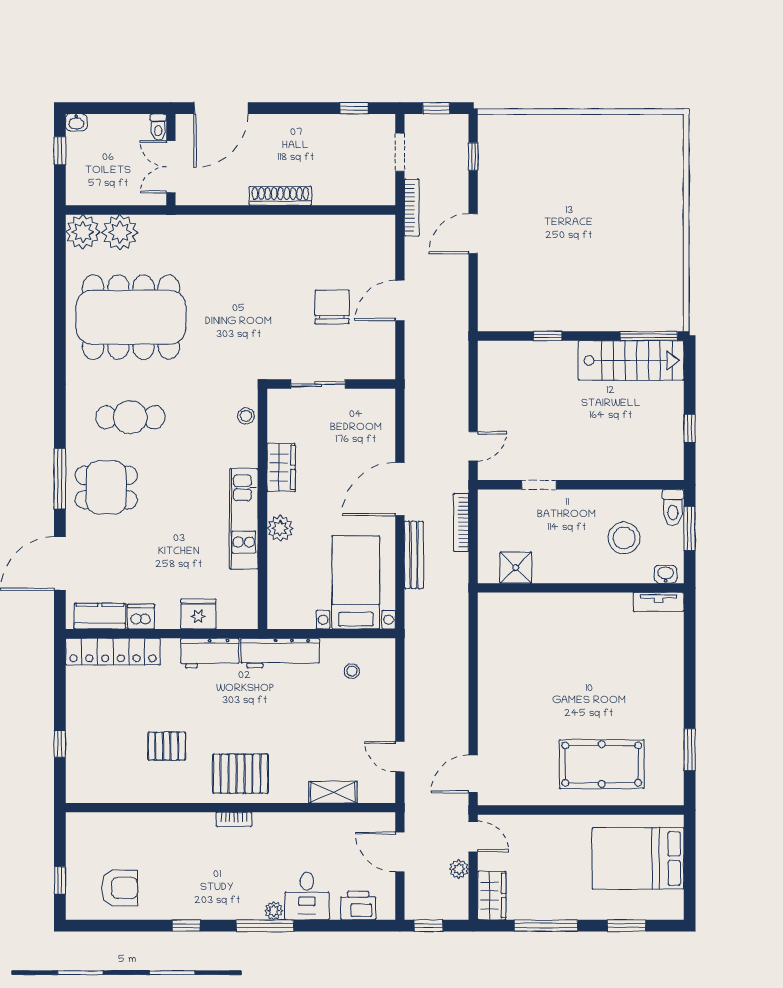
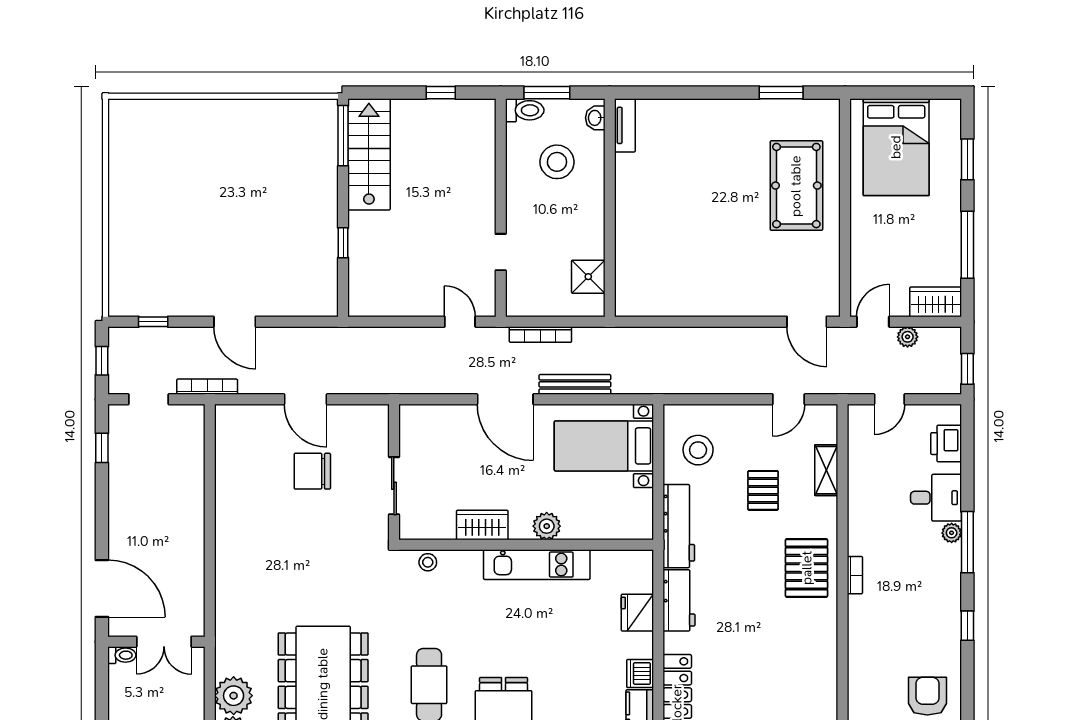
shoe rack: (280, 196) -> (195, 526), removed
stool: (352, 671) -> (698, 450), width x1.89, depth x1.89
pallet: (167, 746) -> (763, 490), moved
door: (400, 852) -> (889, 399), width x0.73

